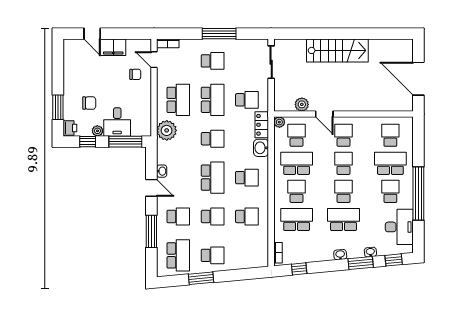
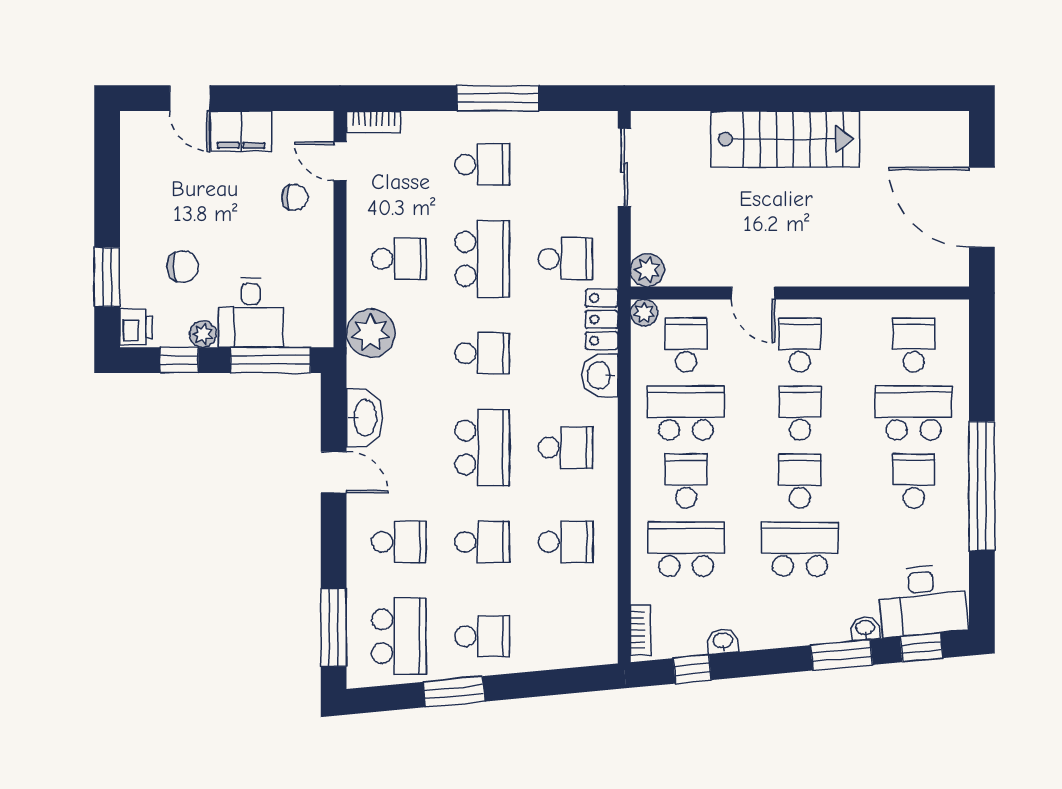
school desk: (178, 100) -> (399, 259), width x0.54
plant: (302, 104) -> (647, 270), moved
washbasin: (162, 171) -> (364, 418), width x1.91, depth x1.45
desk: (399, 227) -> (922, 600), moved, turned 85
window: (151, 231) -> (334, 627), moved
washbasin: (340, 255) -> (723, 641), moved

